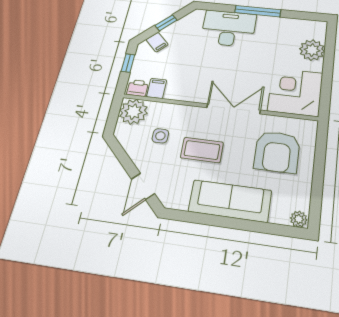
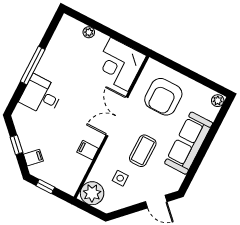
desk: (228, 28) -> (41, 95), width x0.73
plant: (312, 50) -> (89, 32), width x0.53, depth x0.53
printer: (138, 88) -> (72, 185), removed
filing cabinet: (157, 88) -> (88, 150), moved
armchair: (277, 152) -> (163, 97), turned 90

